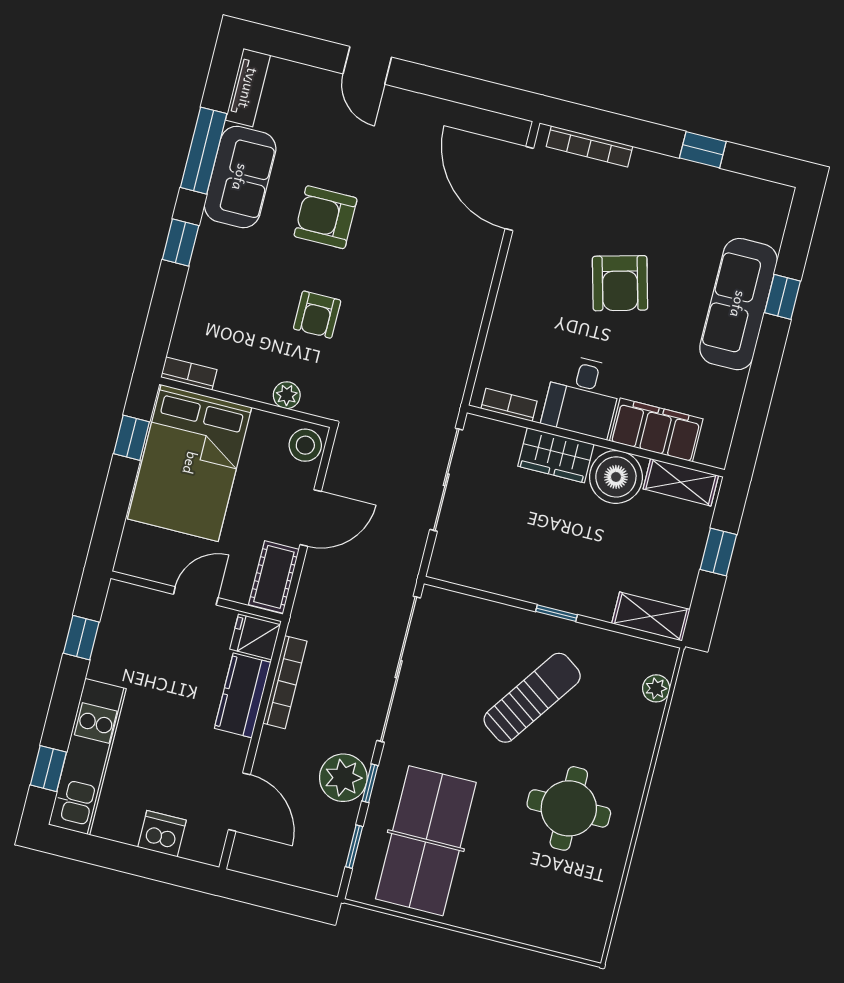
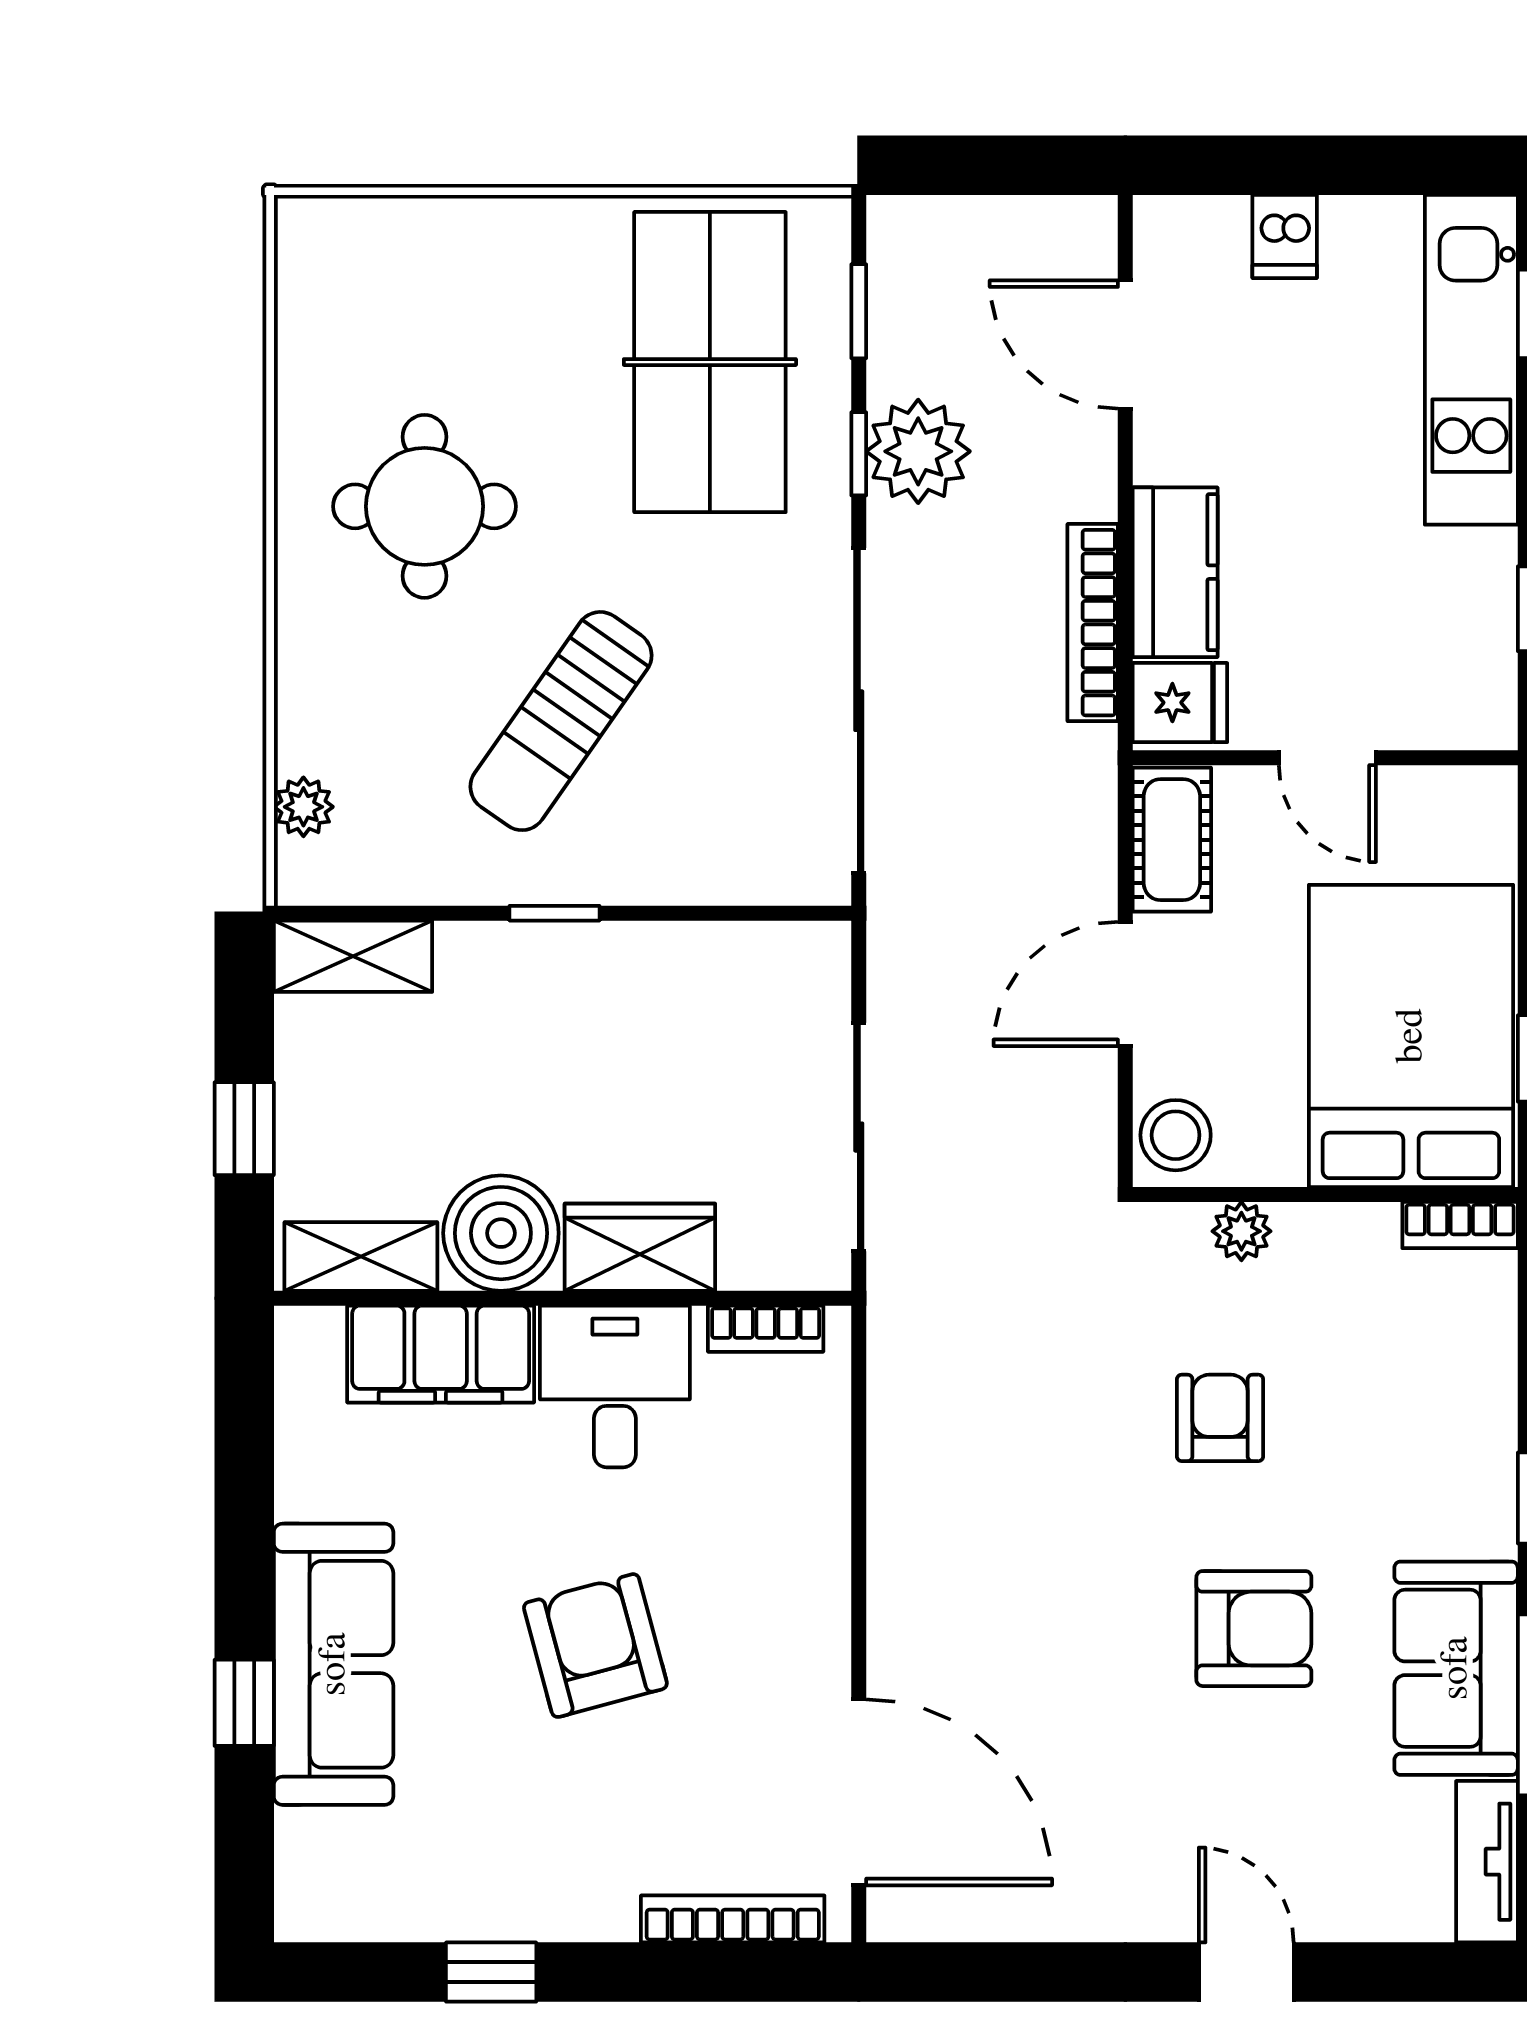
door: (196, 596) -> (1327, 758), hinge flipped
dishwasher: (162, 834) -> (1285, 237), width x0.73

